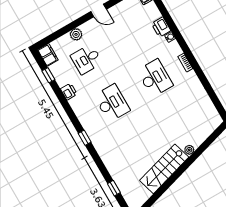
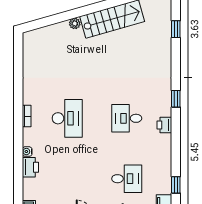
desk: (155, 78) -> (67, 118), turned 180
printer: (69, 92) -> (164, 125), moved
desk: (112, 103) -> (127, 118), width x0.73

